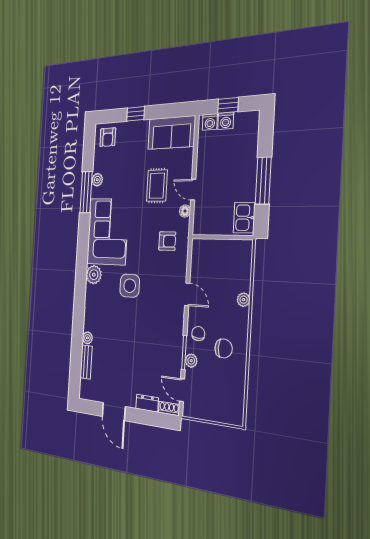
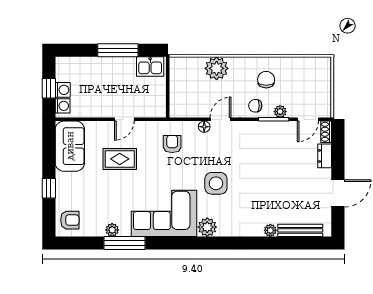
floor lamp: (185, 211) -> (204, 127), moved
plant: (244, 300) -> (217, 68), width x1.88, depth x1.88
bench: (86, 362) -> (300, 230), width x1.36

